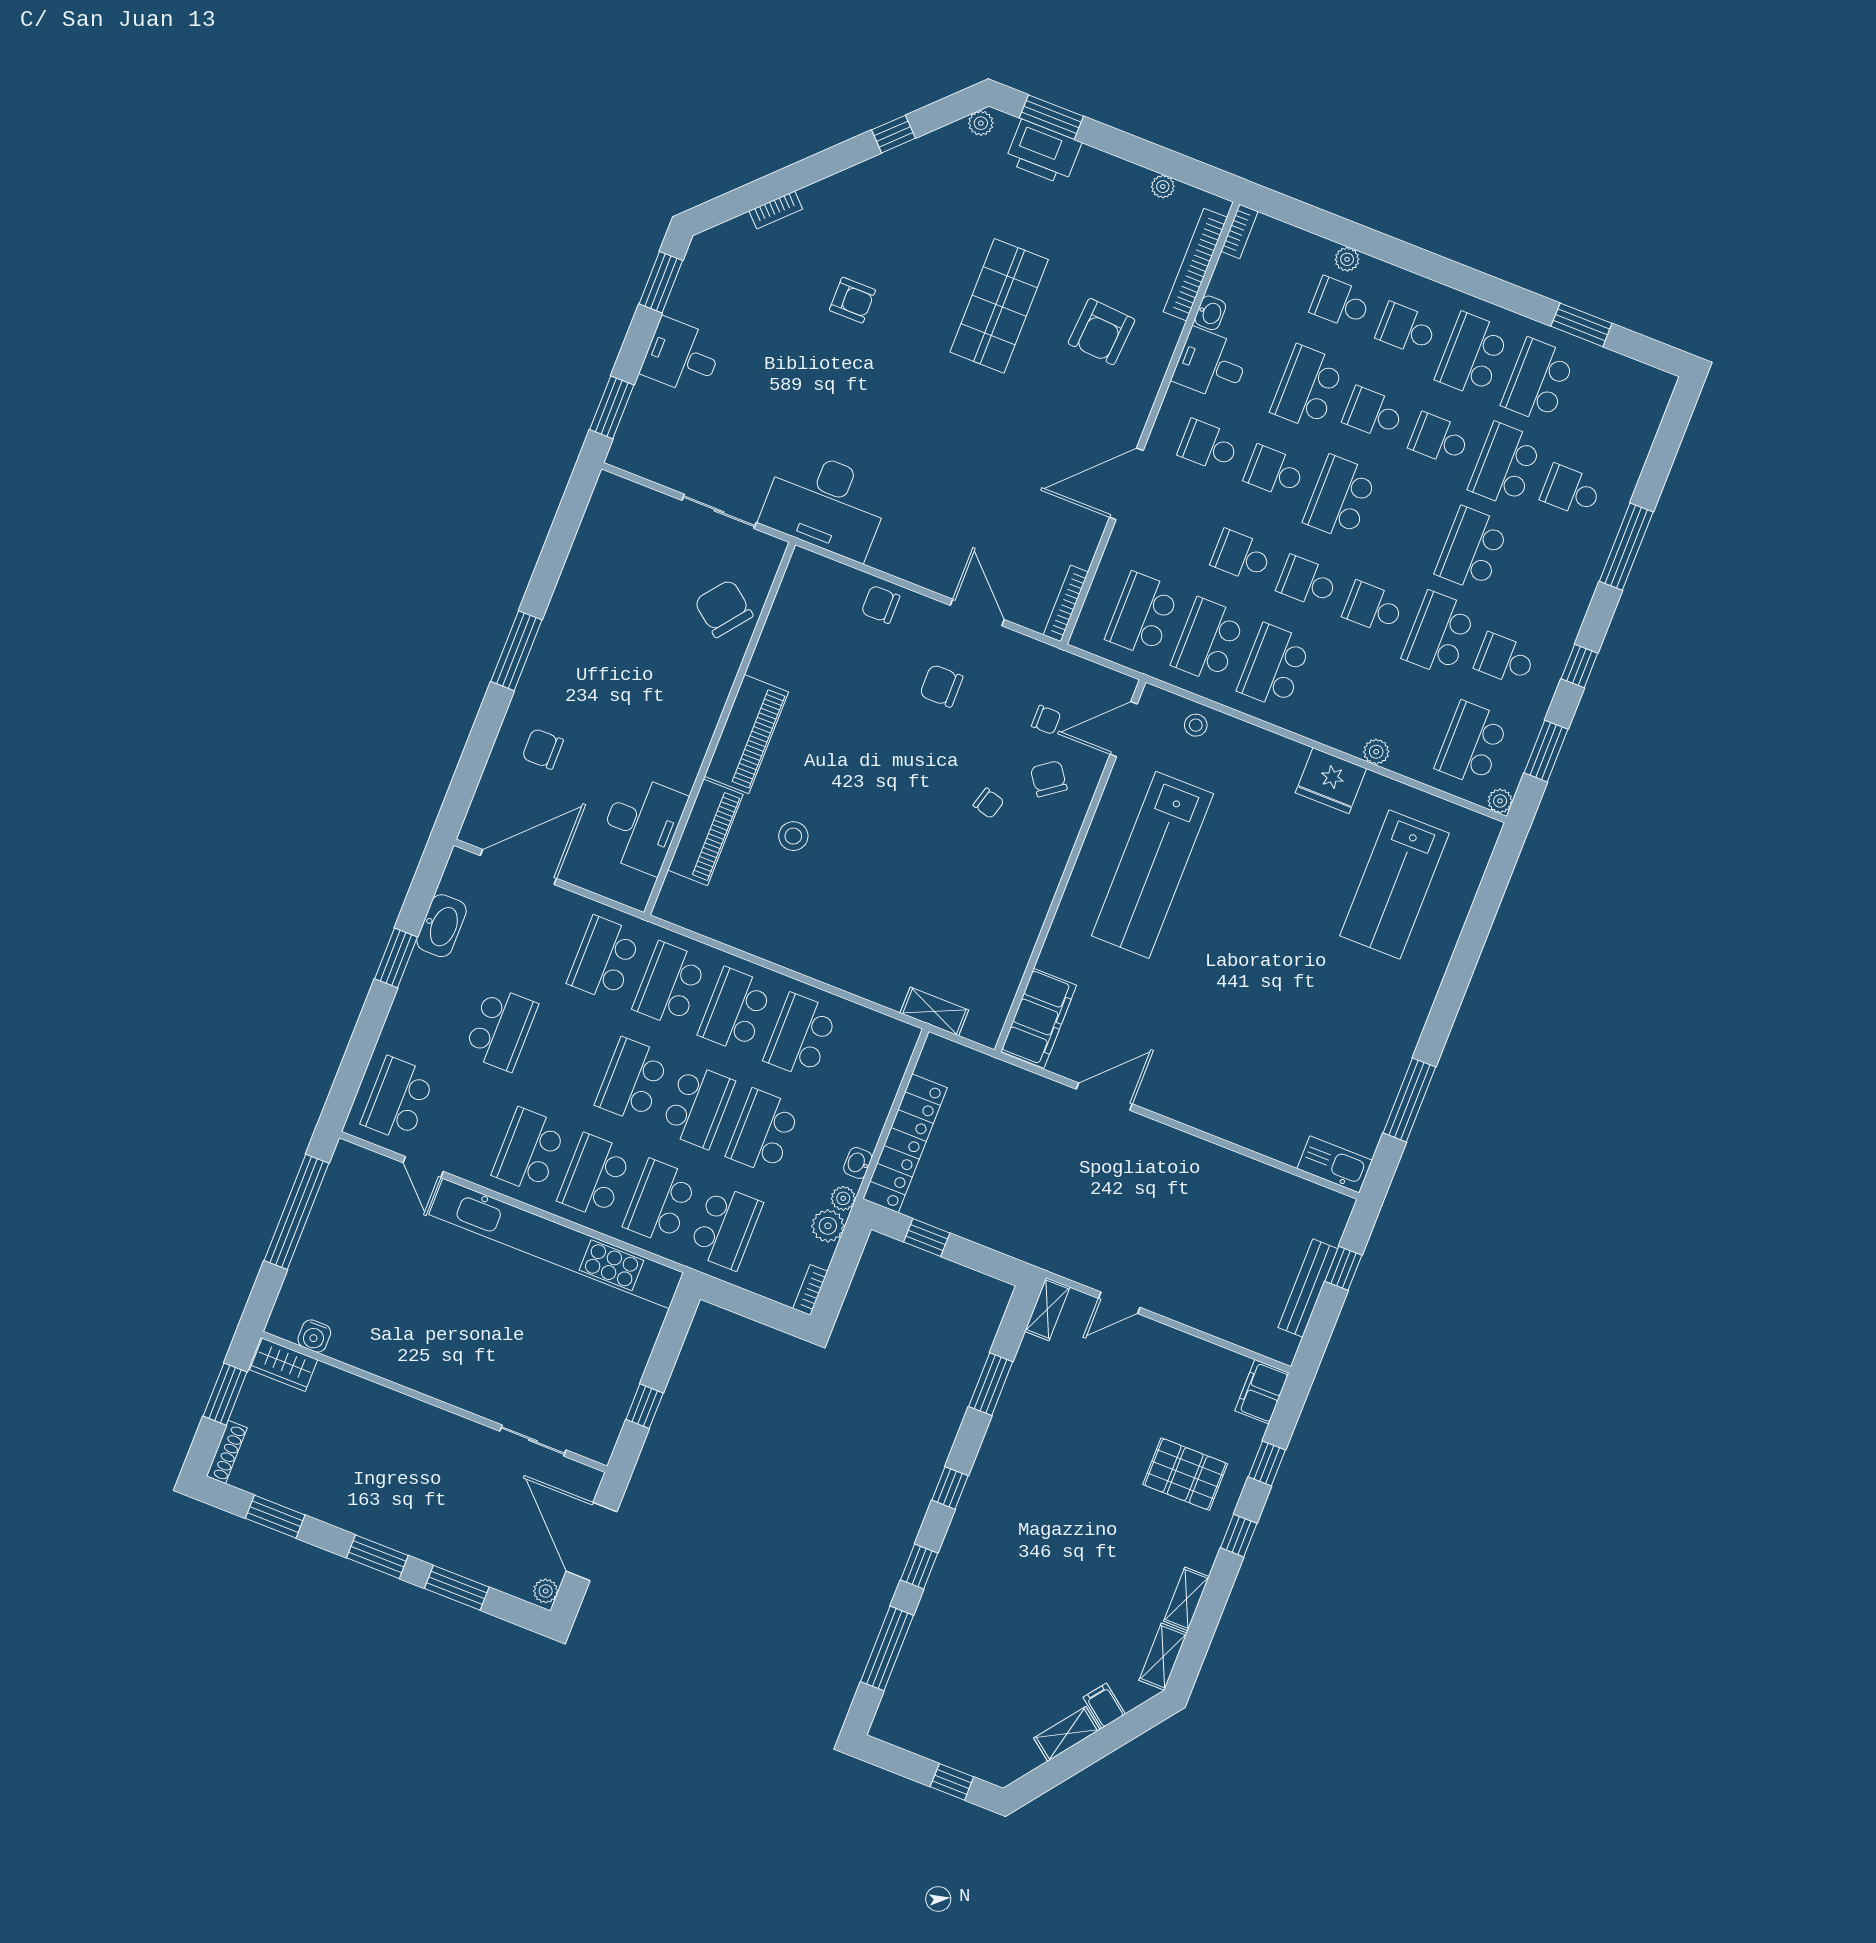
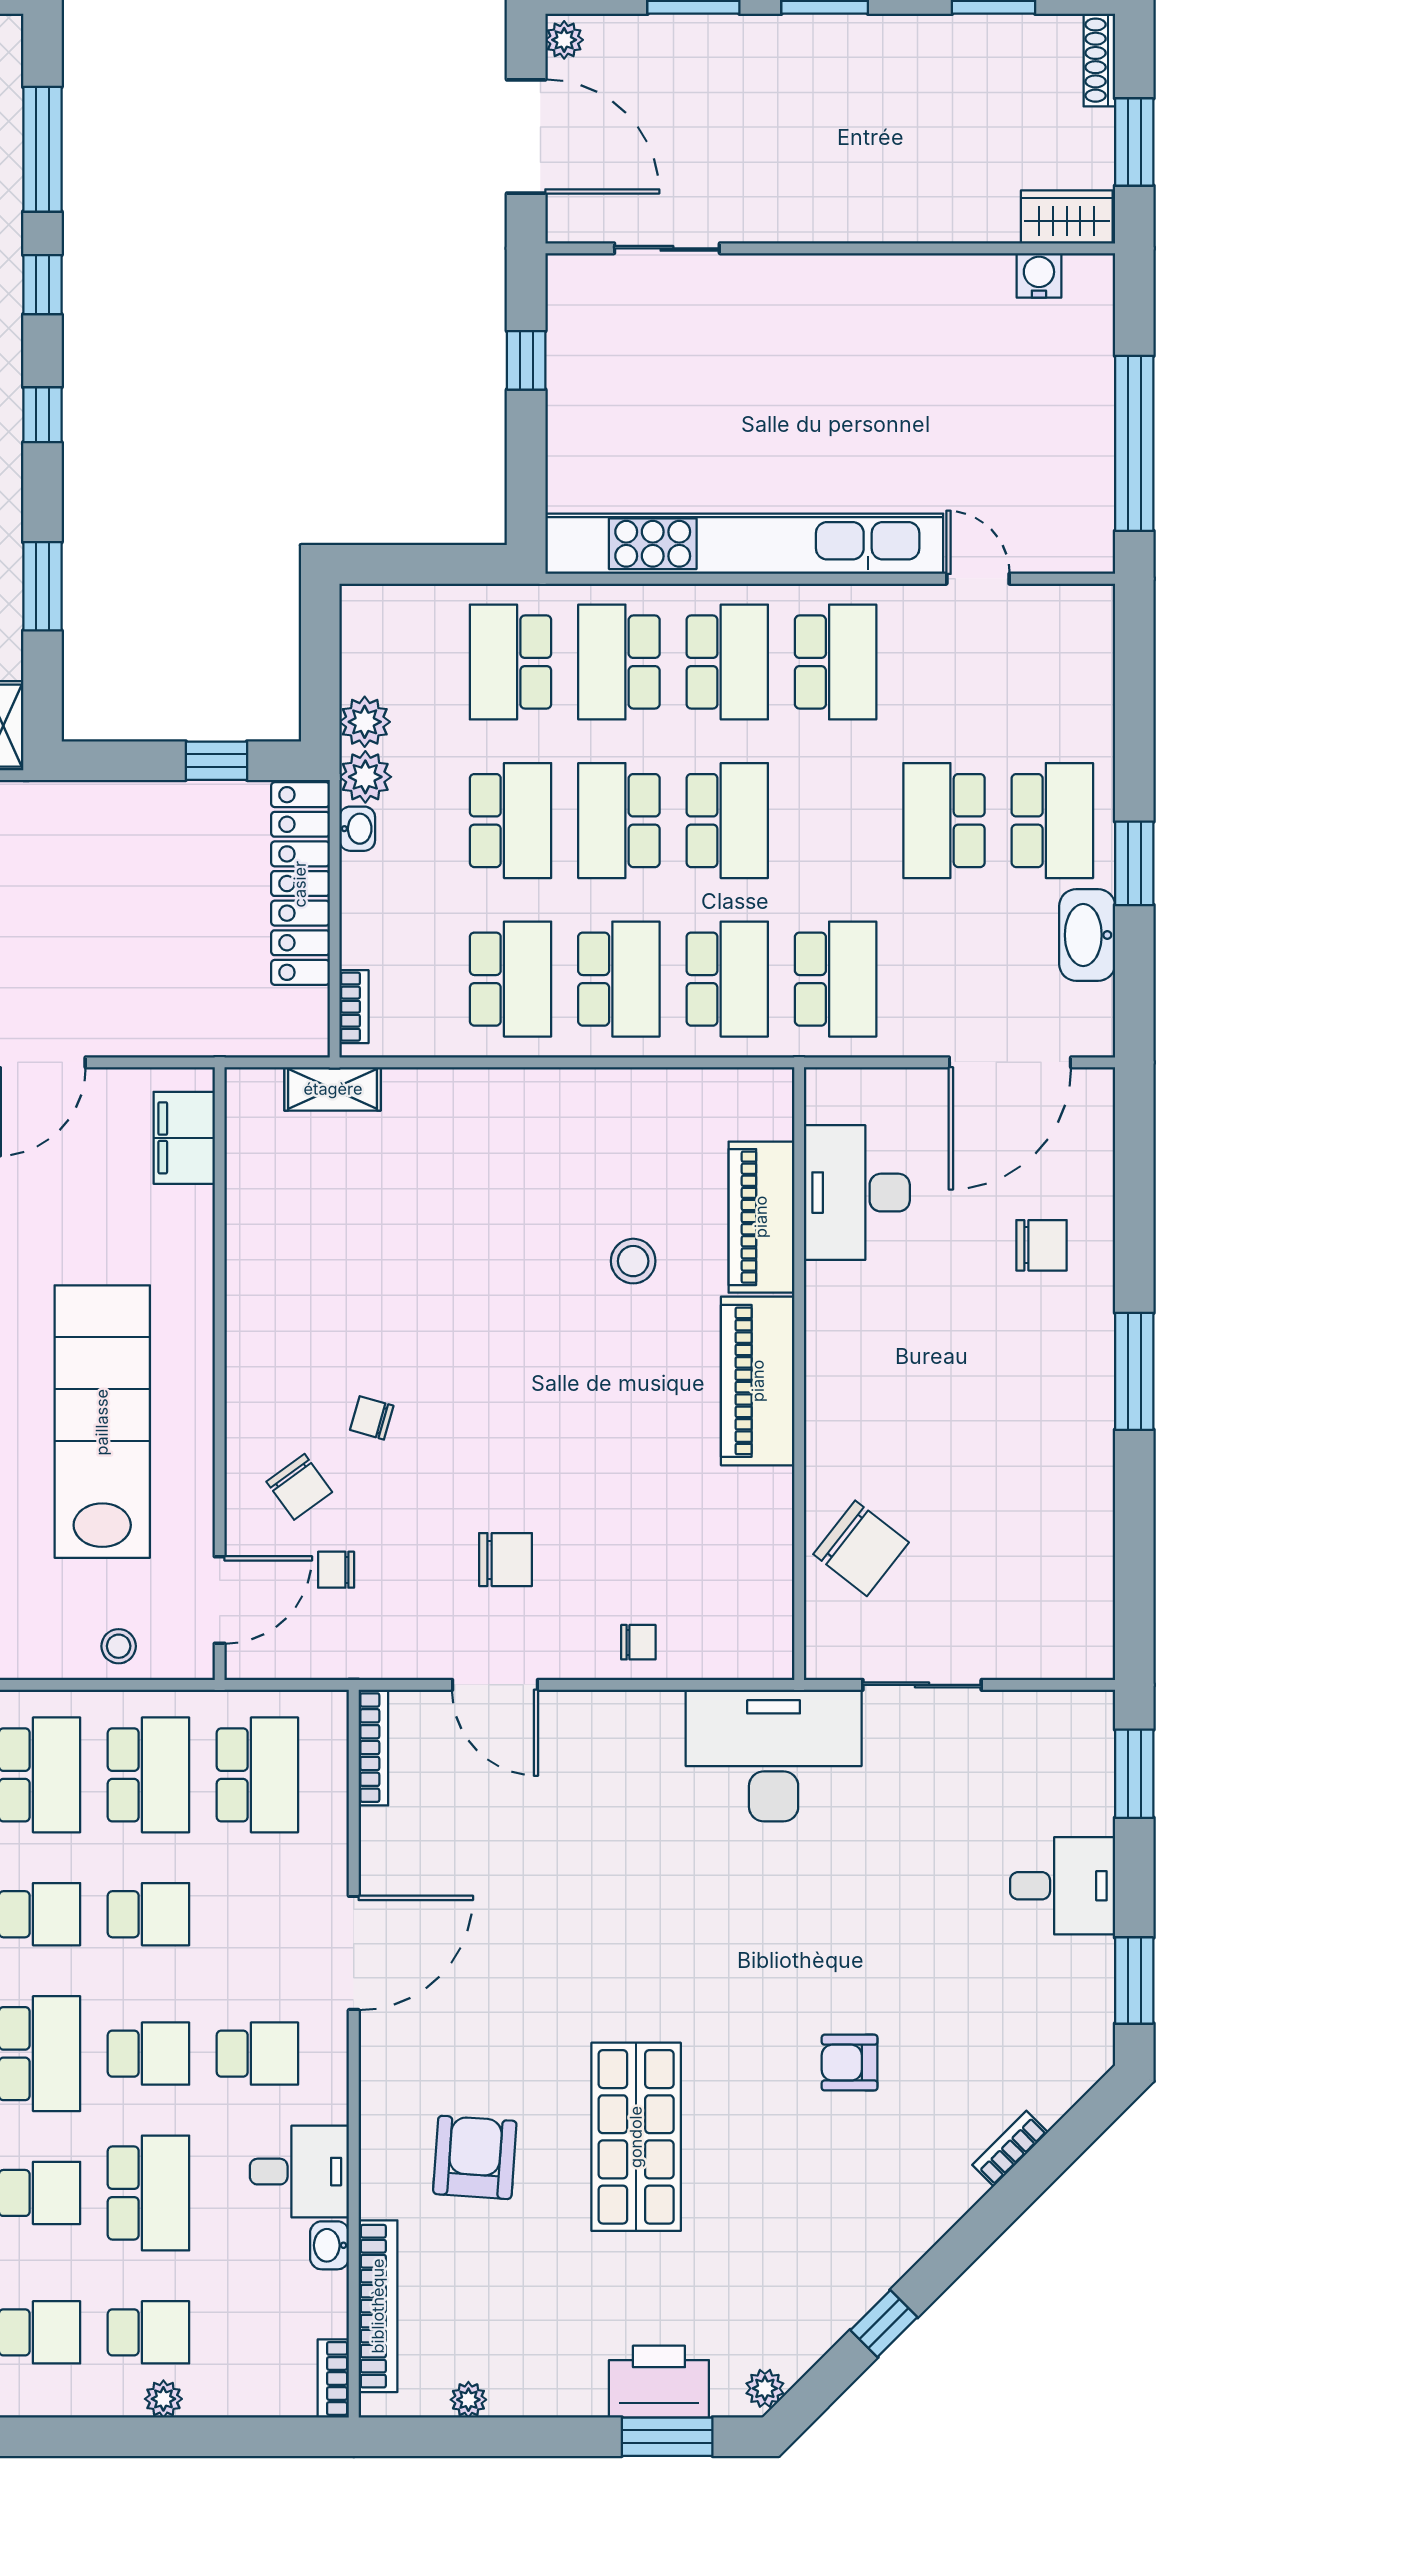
chair: (880, 604) -> (638, 1642), width x0.73, depth x0.73
filing cabinet: (1039, 1018) -> (184, 1138), width x0.67, depth x0.86
school desk: (398, 1099) -> (1052, 821), moved
plant: (843, 1198) -> (365, 777), width x1.38, depth x1.38
school desk: (660, 1202) -> (619, 662), turned 180
bookcase: (810, 1290) -> (354, 1007), moved

